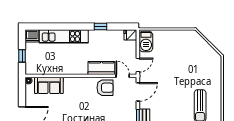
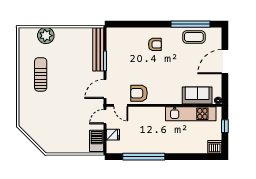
window: (100, 26) -> (144, 157), width x3.17
fridge: (130, 35) -> (113, 135), moved
kitchen unit: (64, 36) -> (191, 114), moved, turned 180
kitchen counter: (101, 68) -> (143, 113), removed

